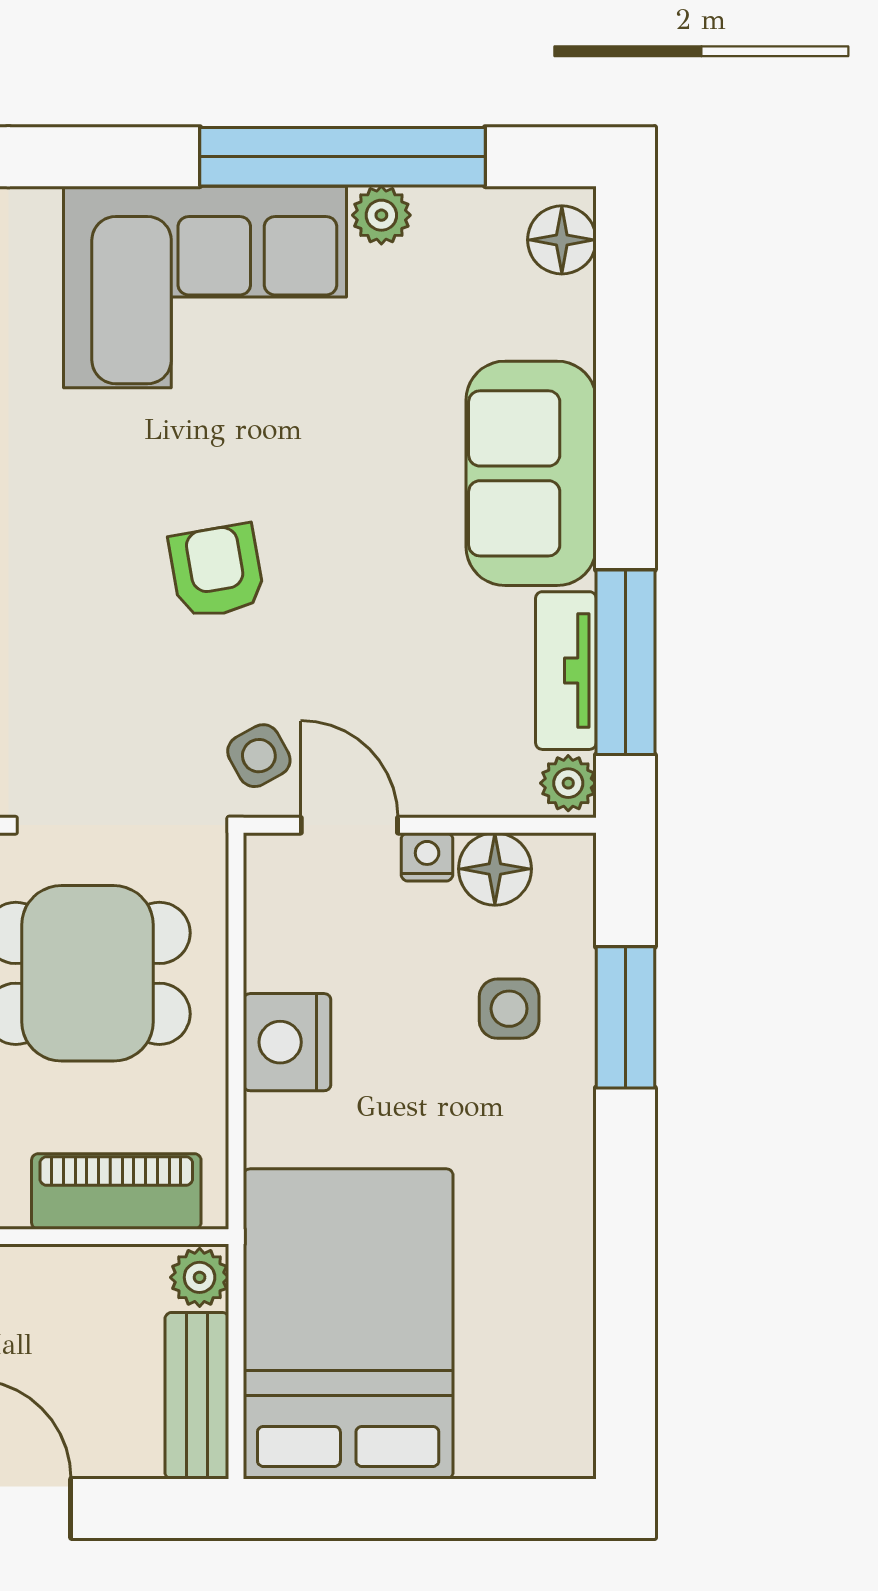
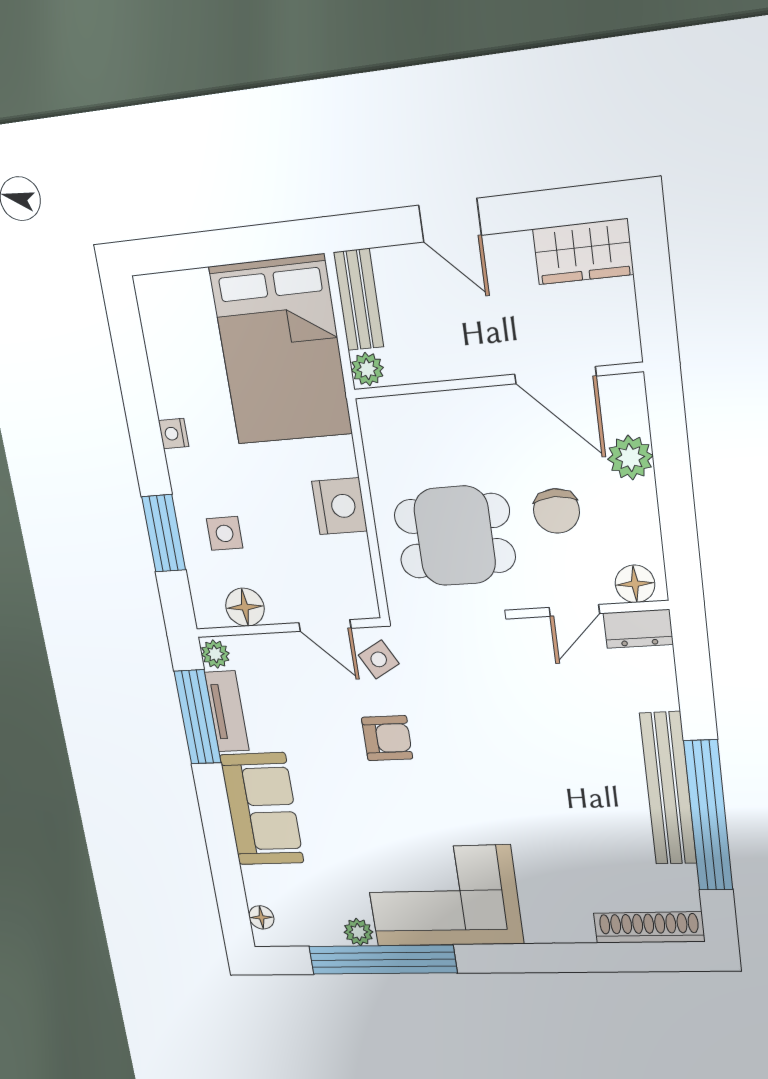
floor lamp: (562, 240) -> (261, 917), width x0.73, depth x0.73
armchair: (217, 571) -> (387, 738), moved, turned -80
nightstand: (427, 857) -> (174, 434), moved, turned 90
piano: (116, 1191) -> (421, 414), removed

